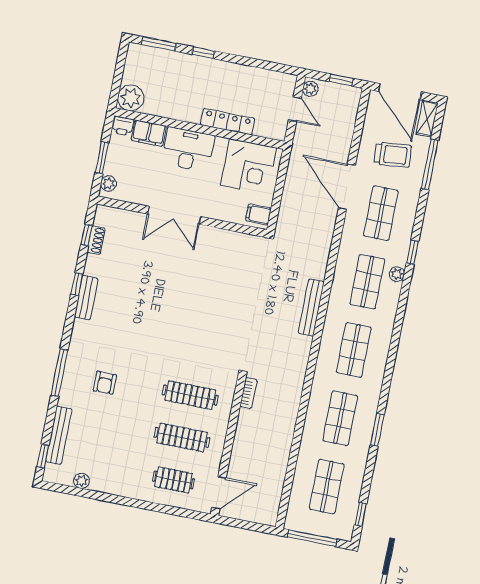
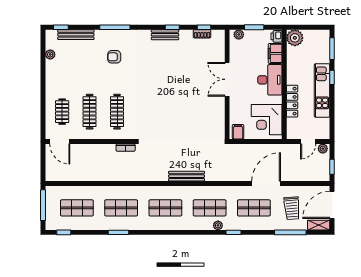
kitchen unit: (220, 72) -> (322, 90), added

